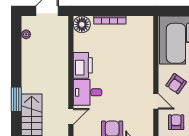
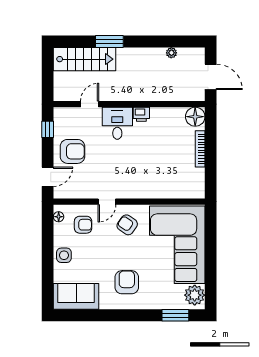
plant: (26, 34) -> (171, 53), moved
printer: (83, 65) -> (141, 114), width x0.53, depth x0.68
door: (71, 117) -> (90, 104), swing flipped

